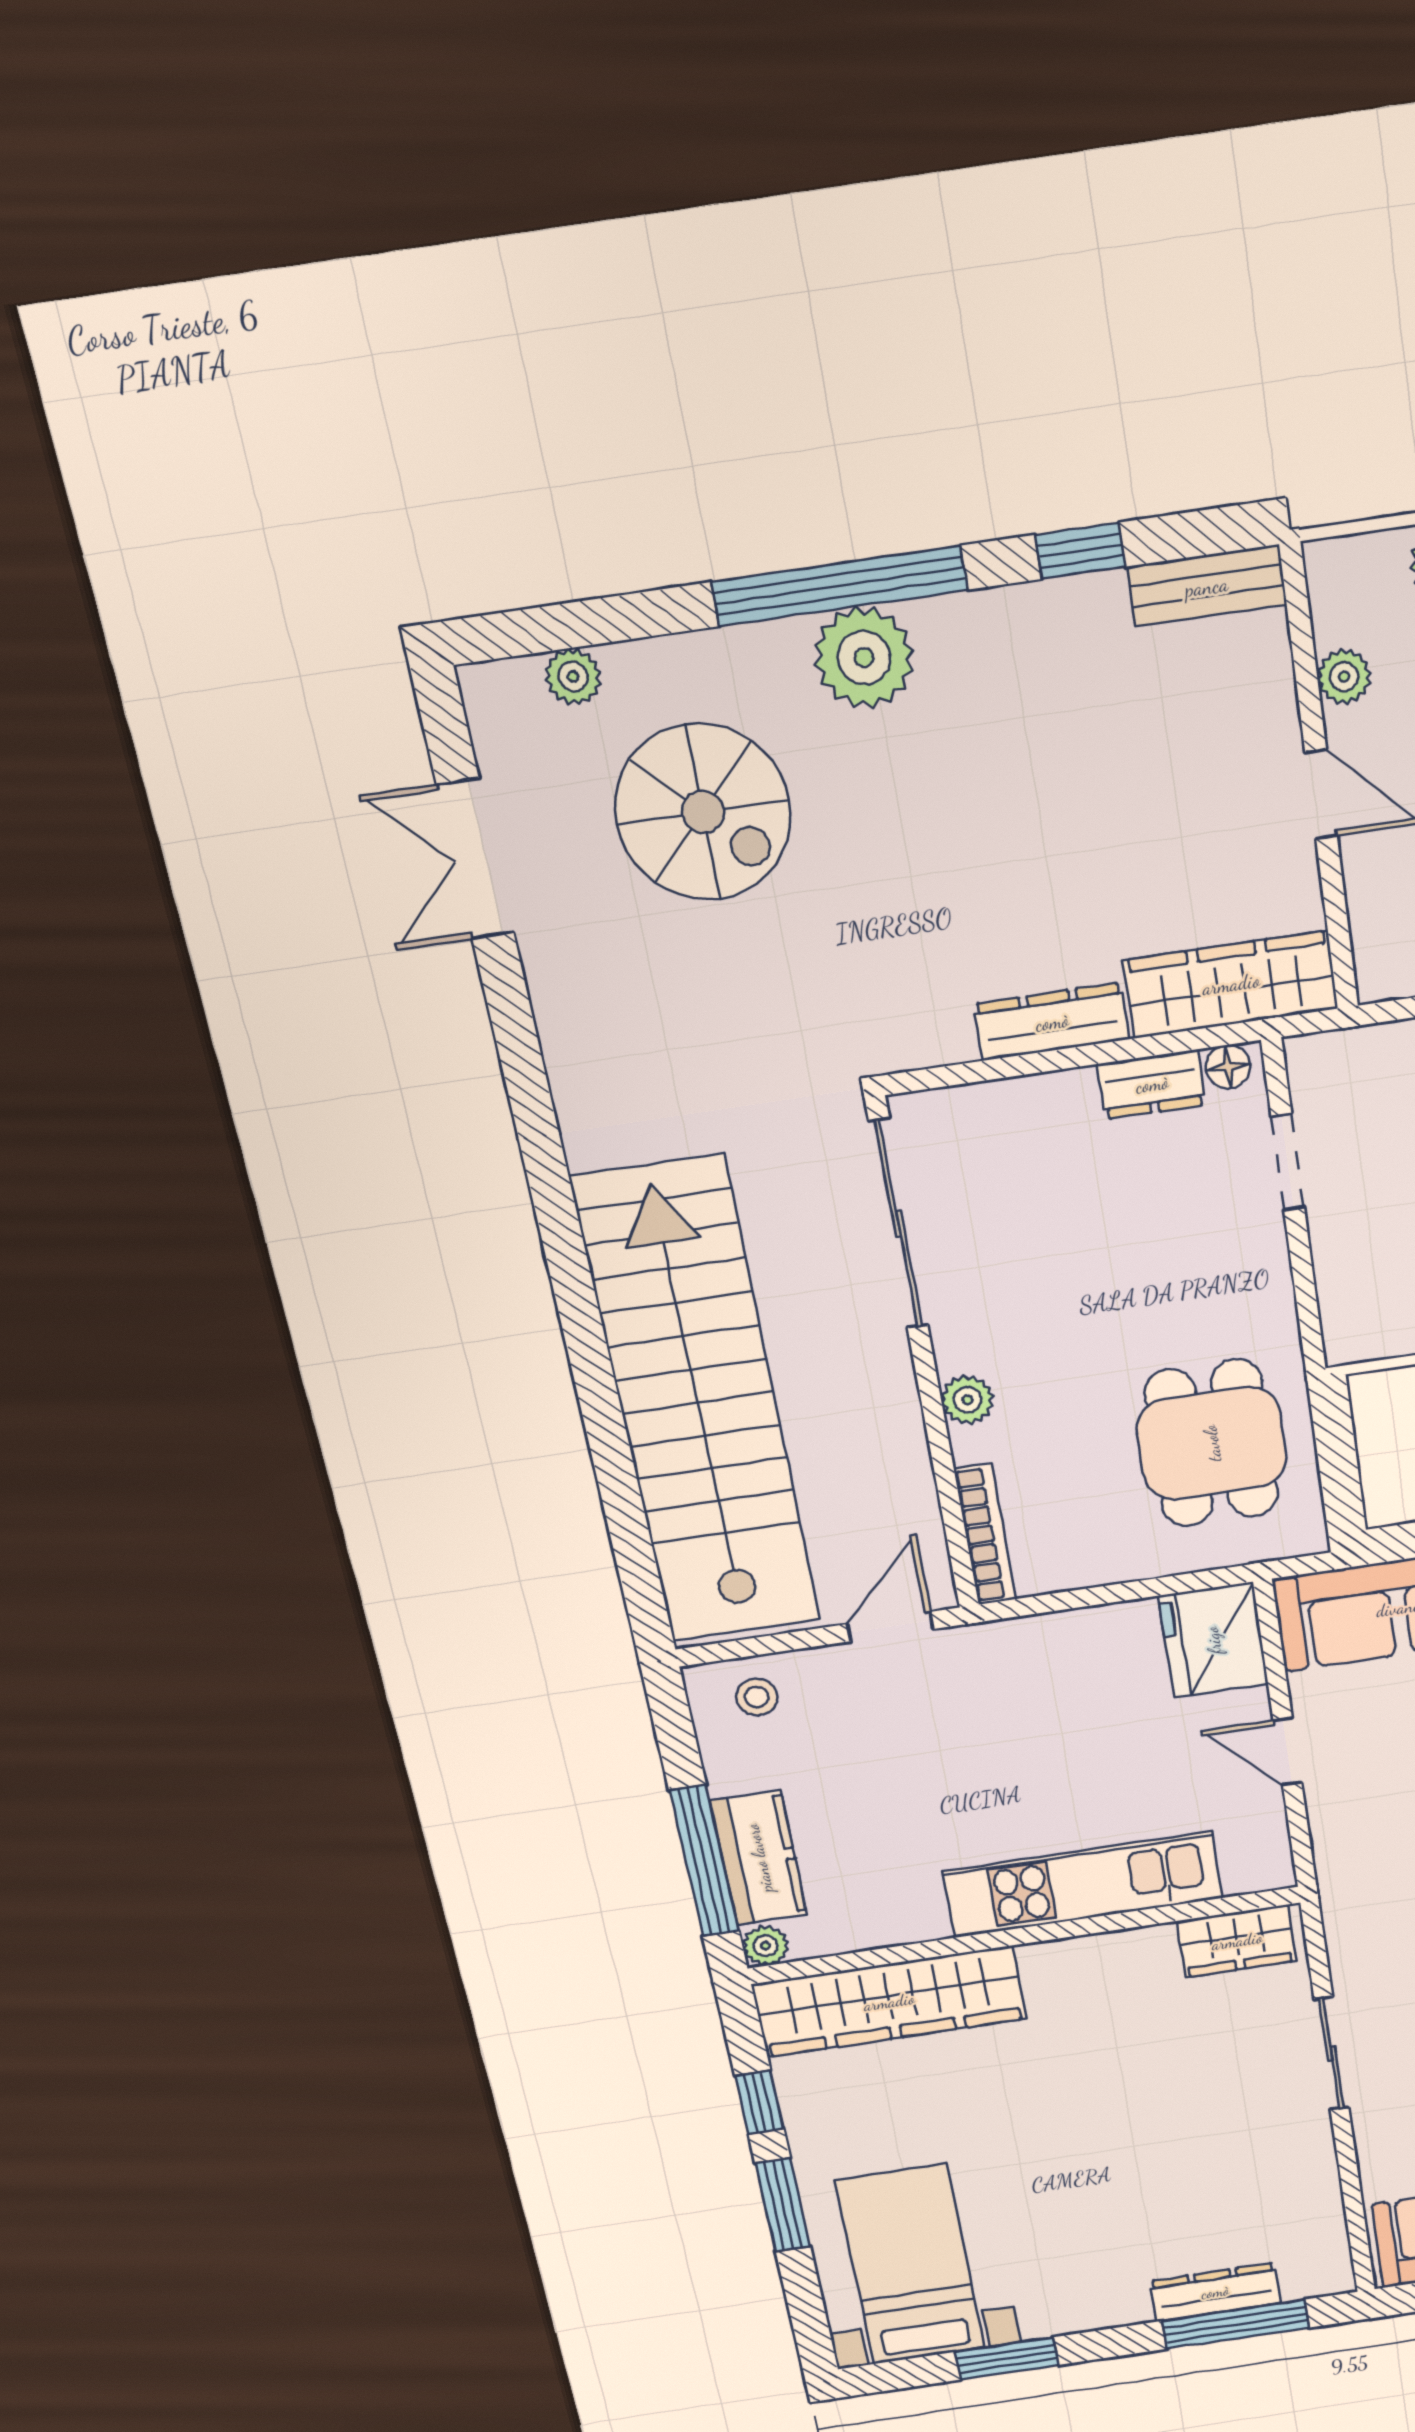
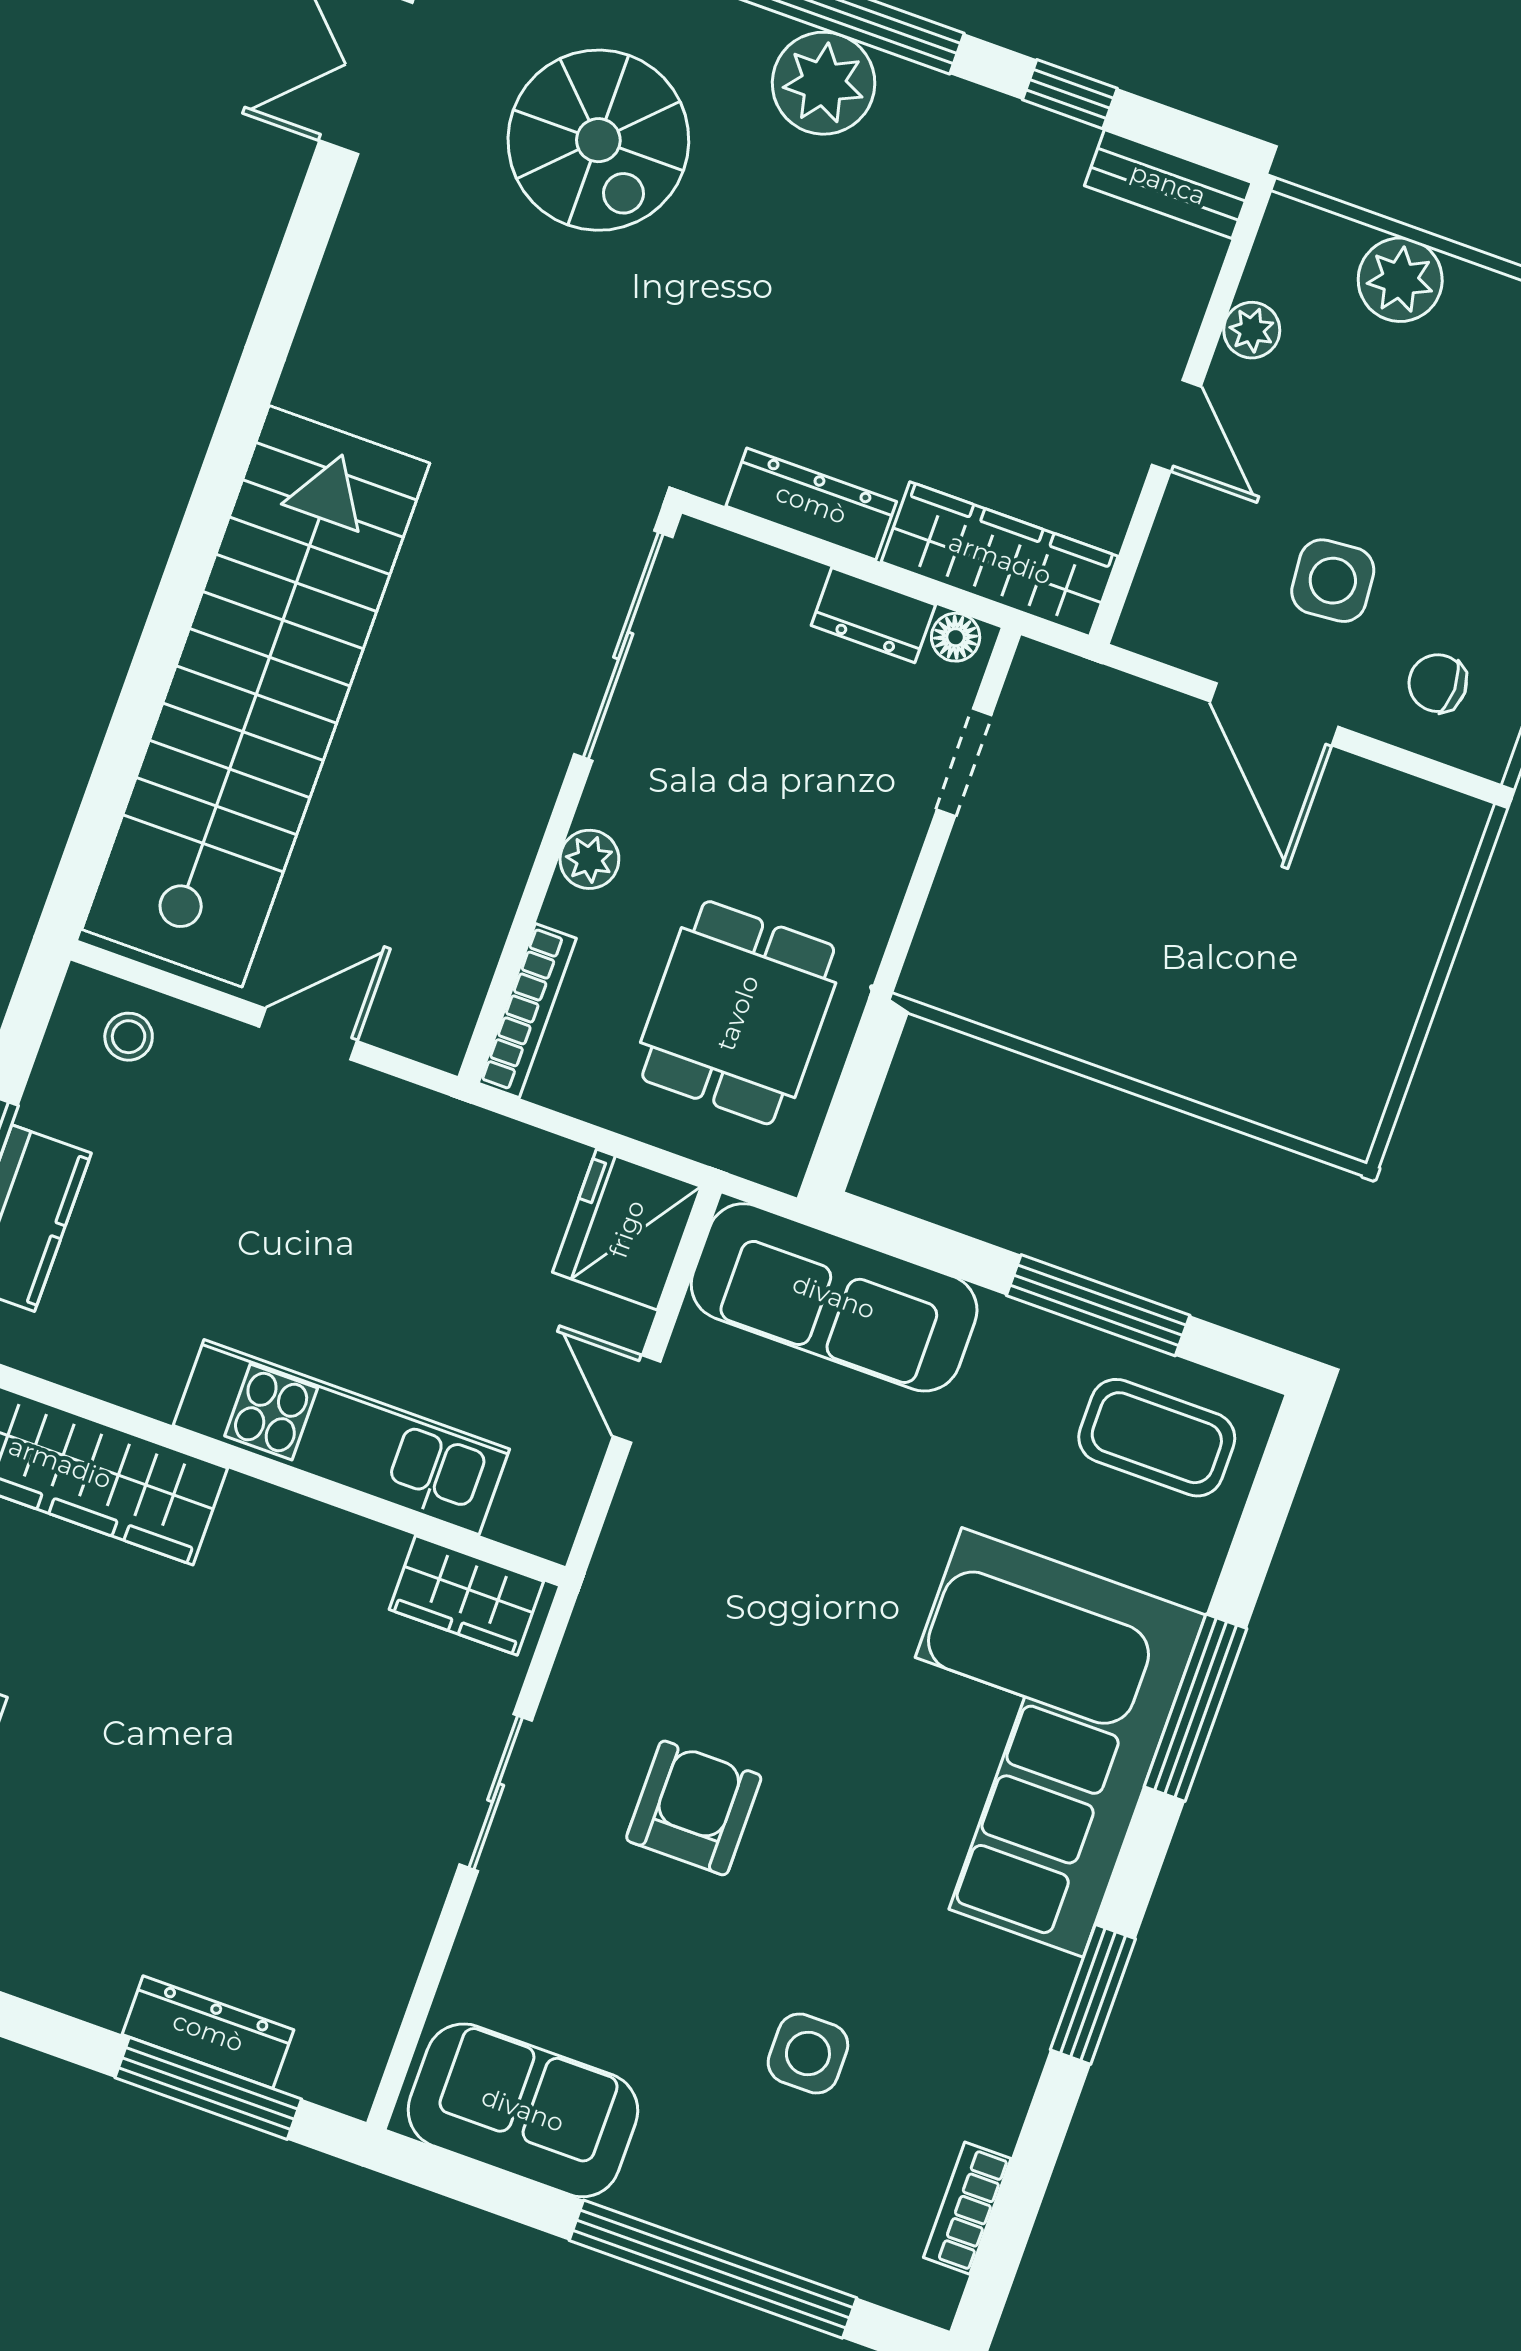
sliding door: (899, 1224) -> (623, 646), moved
wall: (924, 1360) -> (570, 795), moved
plant: (967, 1400) -> (589, 859), moved
bookcase: (985, 1534) -> (527, 1011), moved

